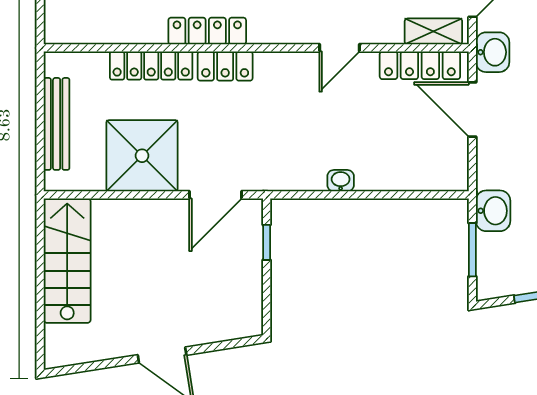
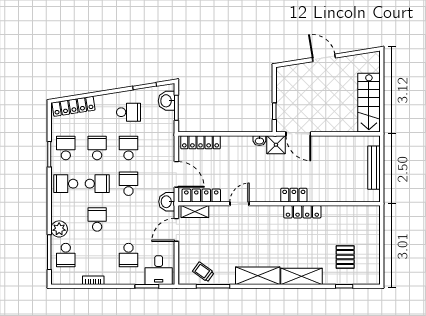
locker: (151, 66) -> (201, 142), moved, turned 180
shower: (142, 156) -> (276, 145), moved, width x0.54, depth x0.54
washbasin: (341, 181) -> (259, 141), moved
door: (216, 195) -> (298, 134), swing flipped
washbasin: (493, 211) -> (167, 101), moved

